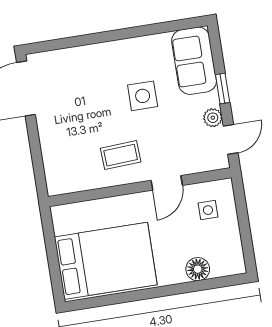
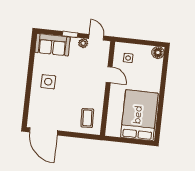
side table: (143, 96) -> (48, 82), moved
coffee table: (121, 155) -> (87, 118), moved
floor lamp: (198, 269) -> (158, 53), moved

